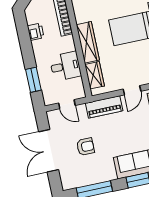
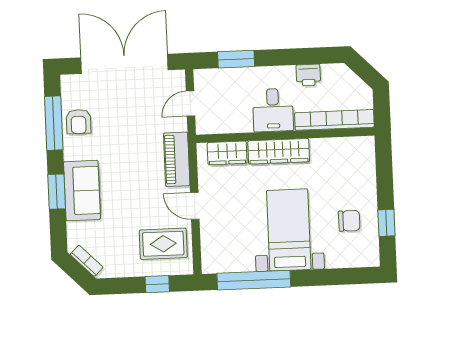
desk: (65, 66) -> (273, 110), moved
armchair: (85, 147) -> (78, 122), moved
double door: (49, 151) -> (125, 64), width x1.36

